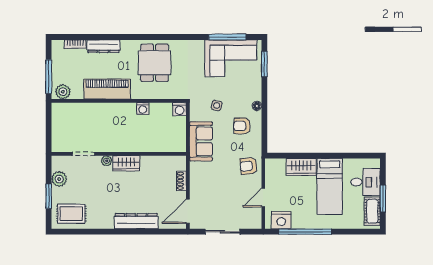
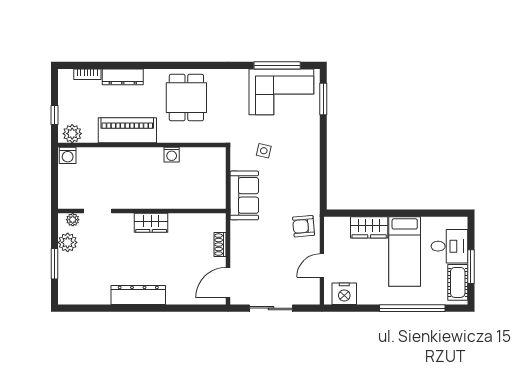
window: (49, 77) -> (54, 115), width x0.46
floor lamp: (257, 106) -> (314, 151), removed
washing machine: (180, 109) -> (68, 155), moved
armchair: (242, 126) -> (295, 176), removed
plant: (107, 161) -> (73, 220), moved
rug: (71, 214) -> (83, 286), removed
dresser: (136, 221) -> (138, 295), moved
window: (305, 232) -> (412, 308), moved

